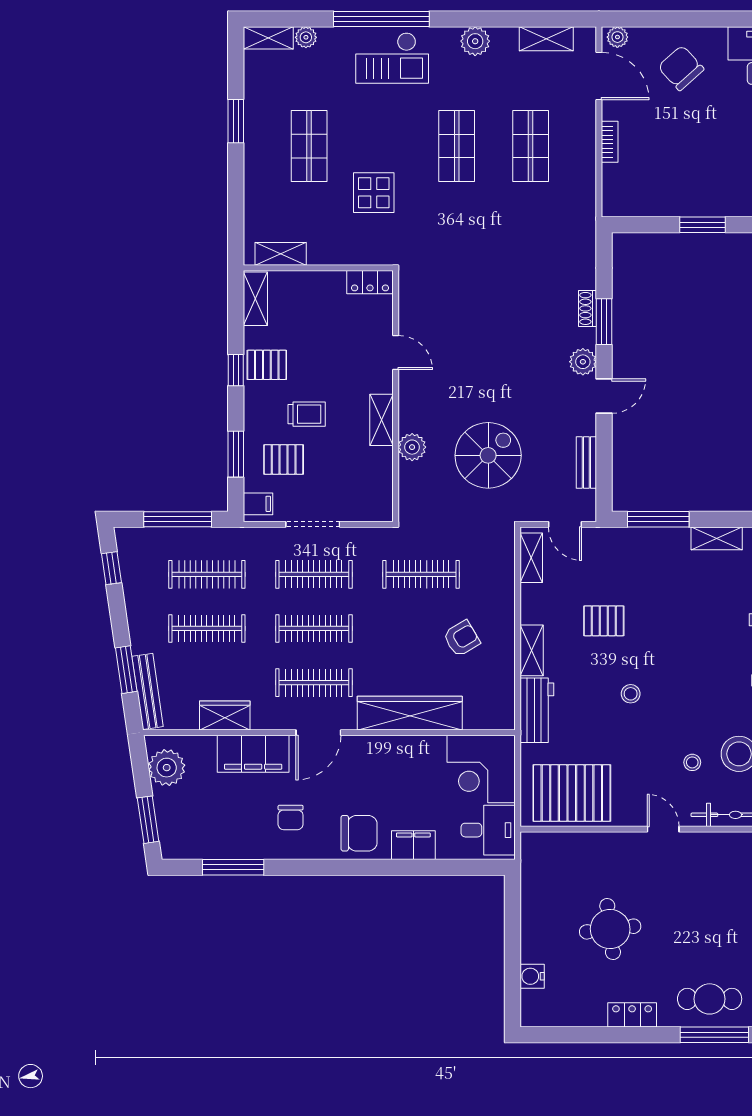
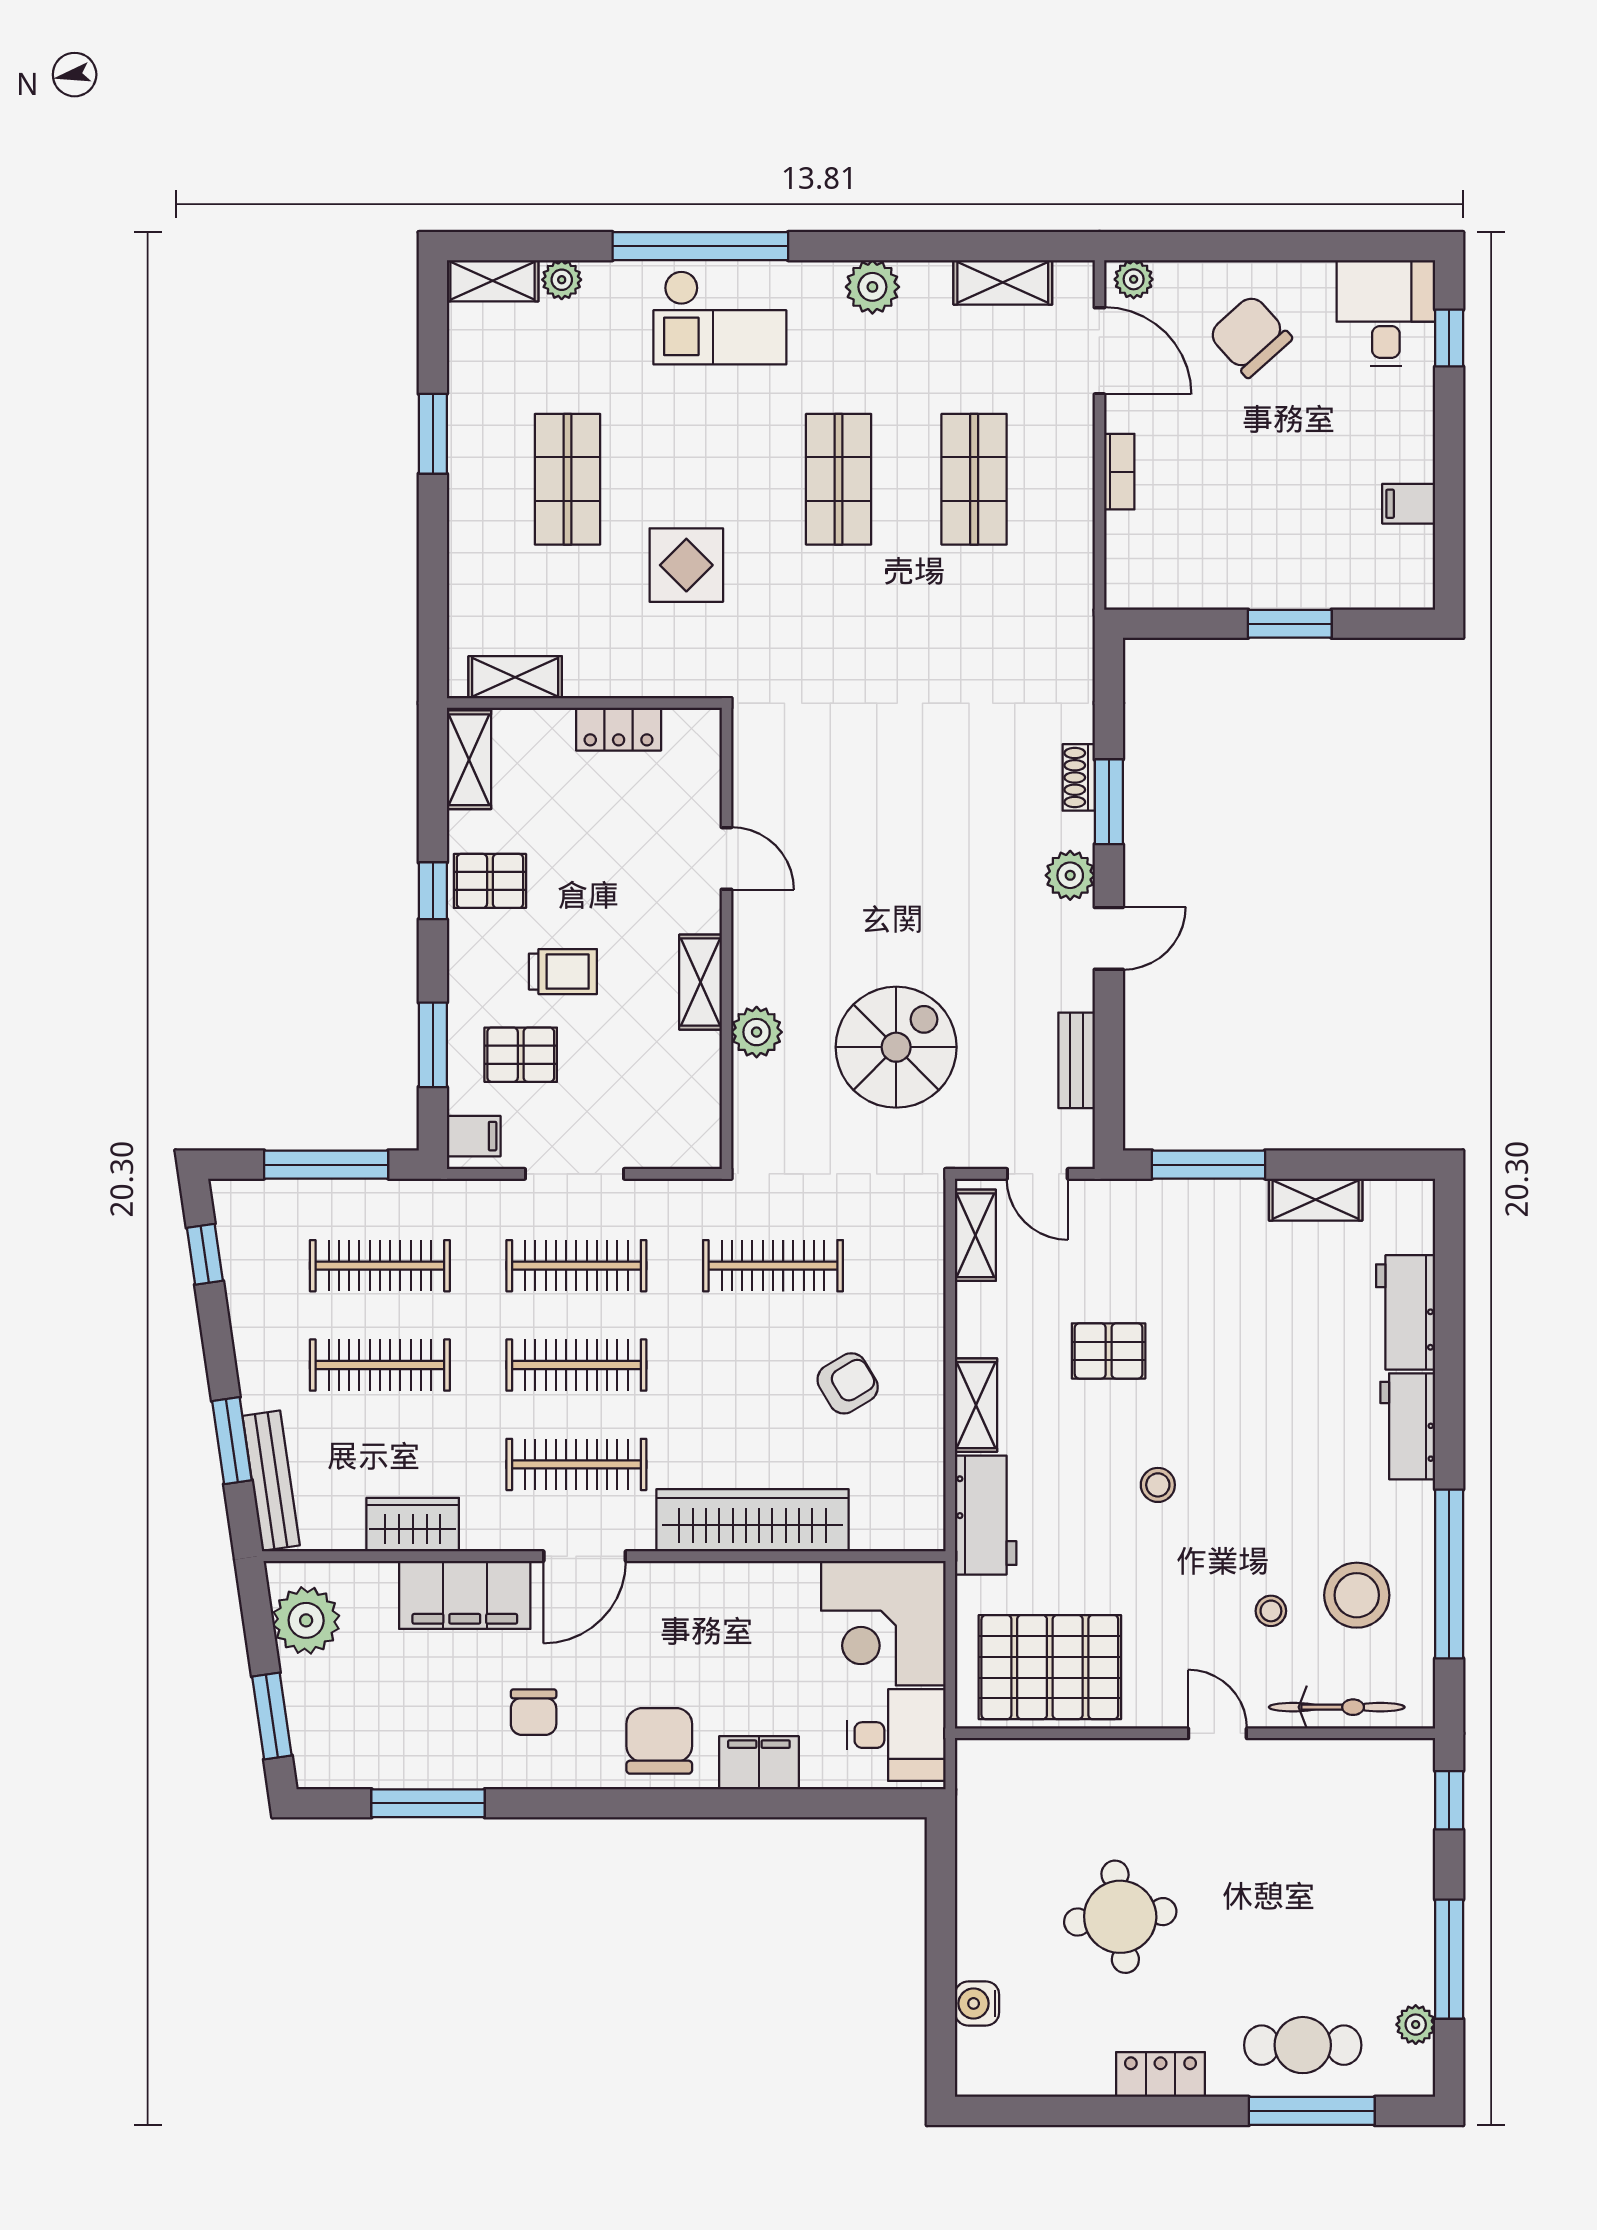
locker: (370, 282) -> (619, 729), moved
chair: (359, 833) -> (659, 1741), turned -90

